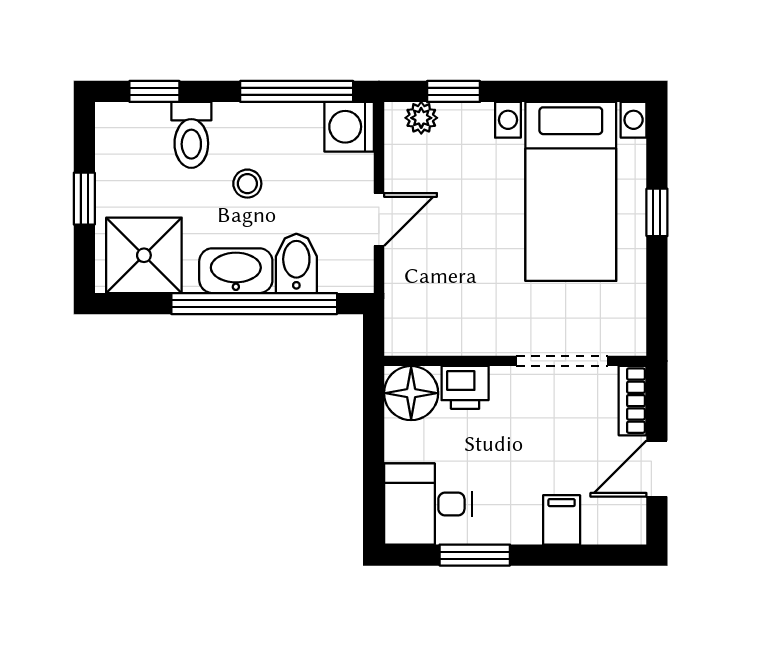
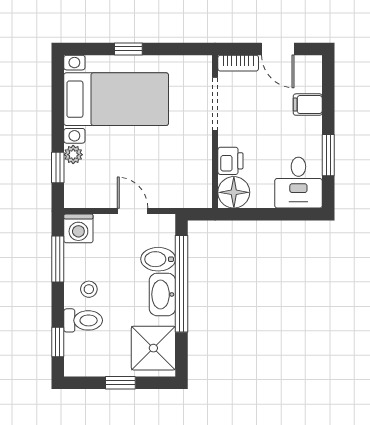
window: (297, 91) -> (58, 259), width x0.69
plant: (421, 118) -> (73, 155), moved
stool: (247, 184) -> (89, 289), moved

